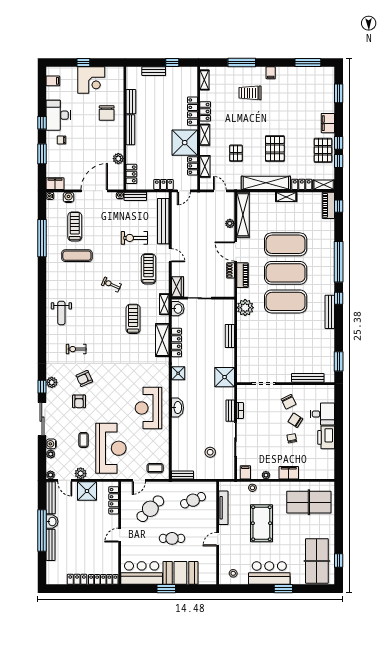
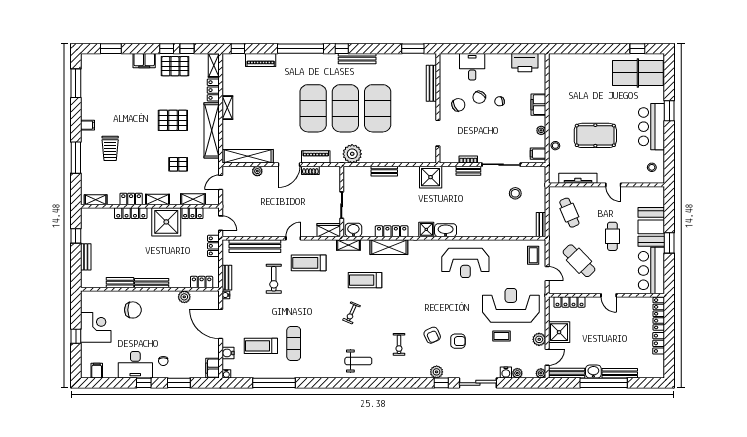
piano: (328, 205) -> (261, 60), moved
exercise mat: (286, 244) -> (378, 108), moved
exercise bike: (111, 285) -> (351, 313), moved
washbasin: (177, 408) -> (446, 230), moved
printer: (326, 437) -> (525, 63), moved
table tennis table: (309, 502) -> (572, 82), removed

